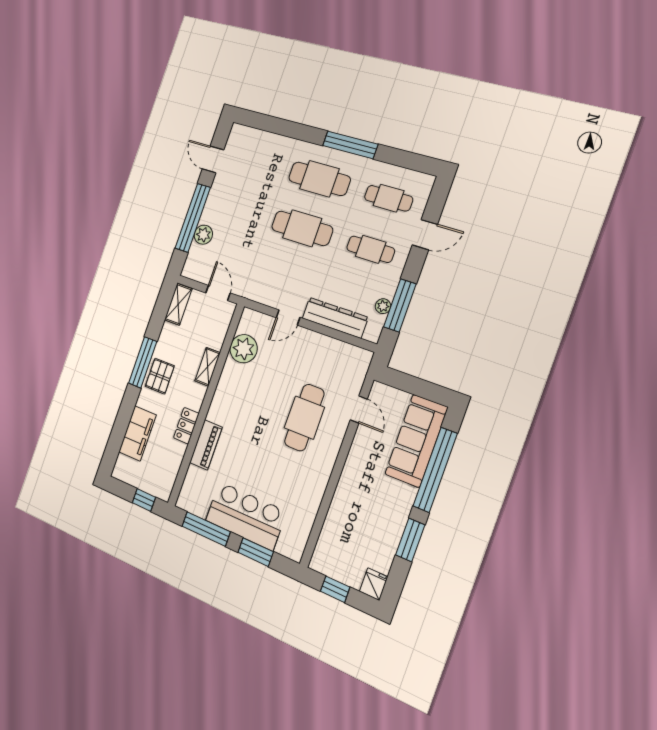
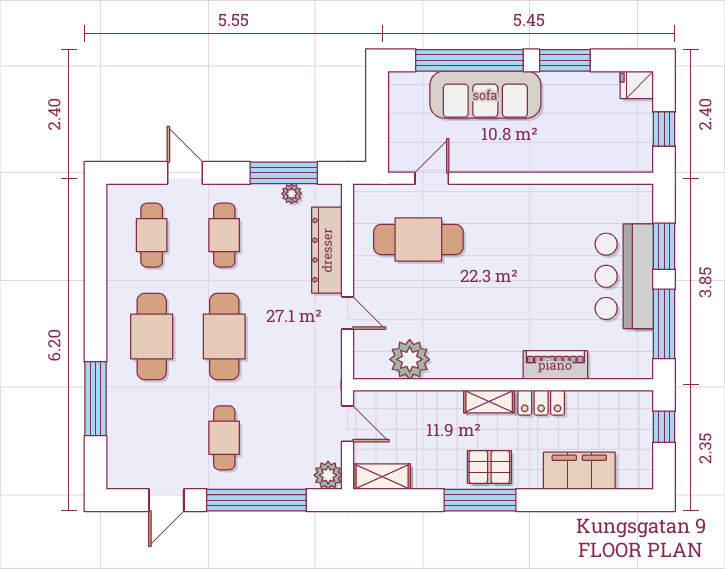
window: (350, 145) -> (95, 399), moved
cafe table: (238, 209) -> (224, 438), added
plant: (203, 235) -> (328, 475), moved
door: (218, 293) -> (348, 424), swing flipped
shelving: (208, 367) -> (489, 402), moved
cafe table: (304, 418) -> (418, 239), moved
sofa: (416, 441) -> (485, 95), moved

